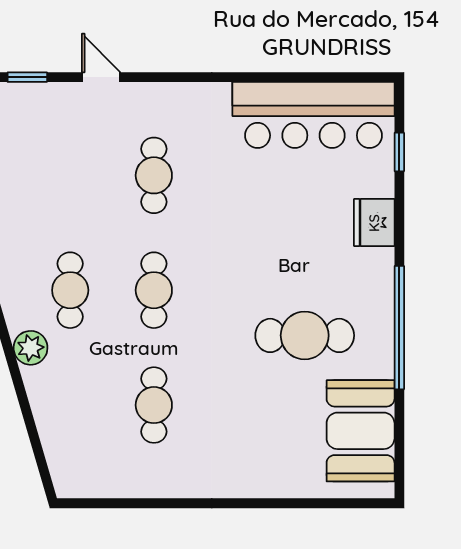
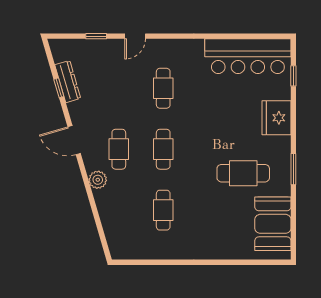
door: (101, 77) -> (135, 36), swing flipped
fridge: (374, 223) -> (276, 118), width x1.36, depth x1.34
window: (399, 328) -> (293, 169), width x0.47

